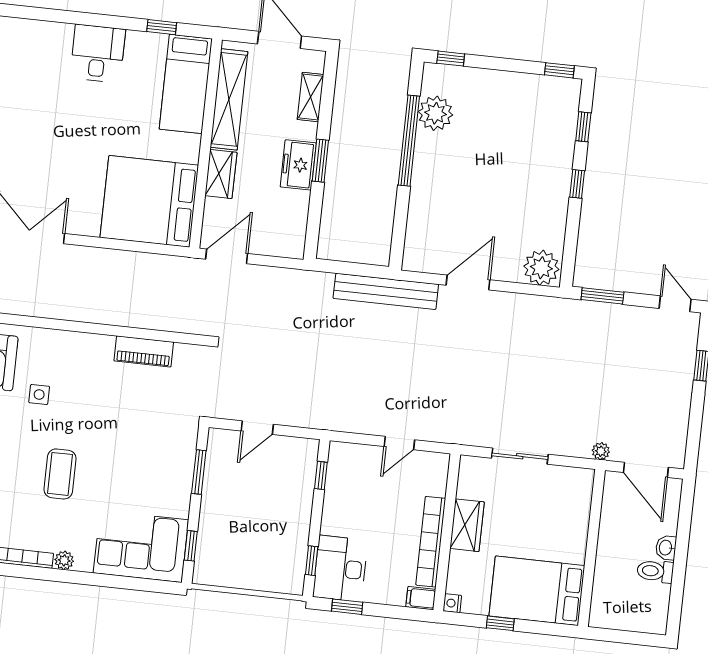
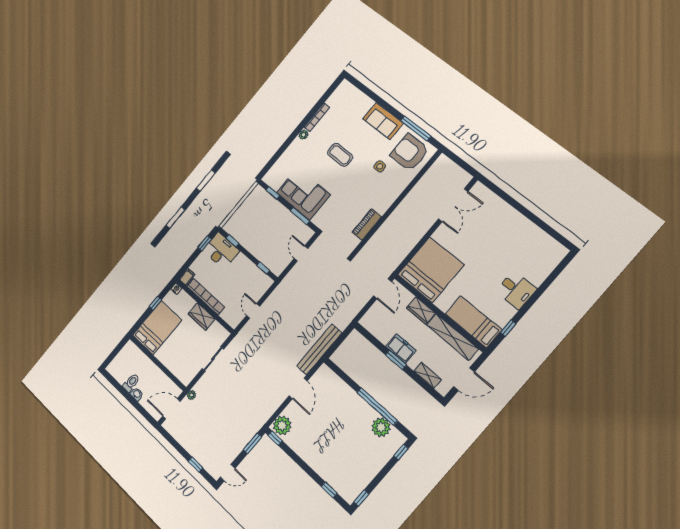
window: (577, 184) -> (275, 438), moved
corner sofa: (141, 546) -> (303, 194), moved, turned -90

